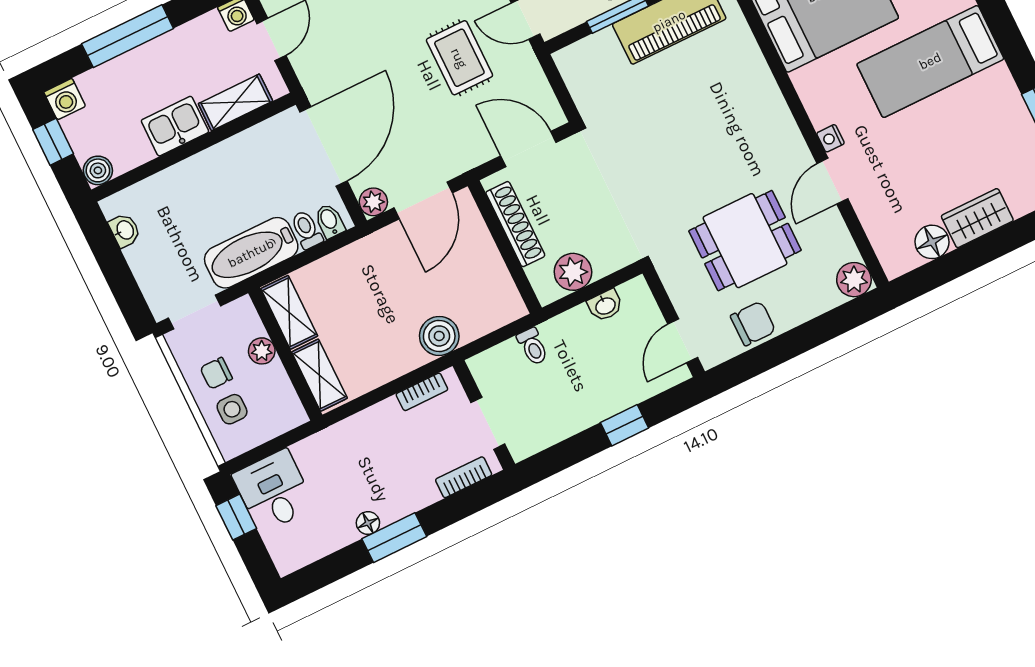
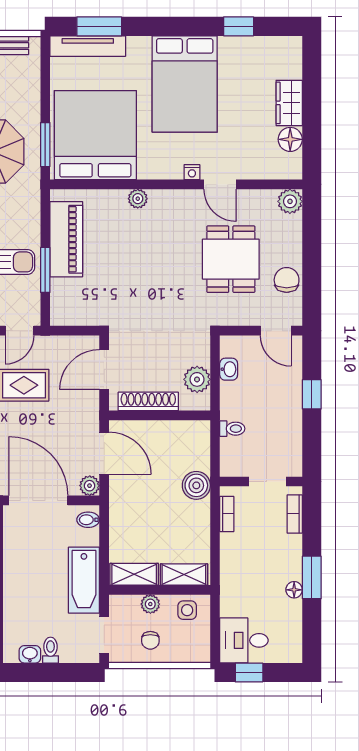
bed: (930, 61) -> (185, 84), width x1.50
plant: (764, 86) -> (138, 199), added
toilet: (307, 230) -> (50, 650), moved, turned 90
side table: (232, 409) -> (187, 610), moved

